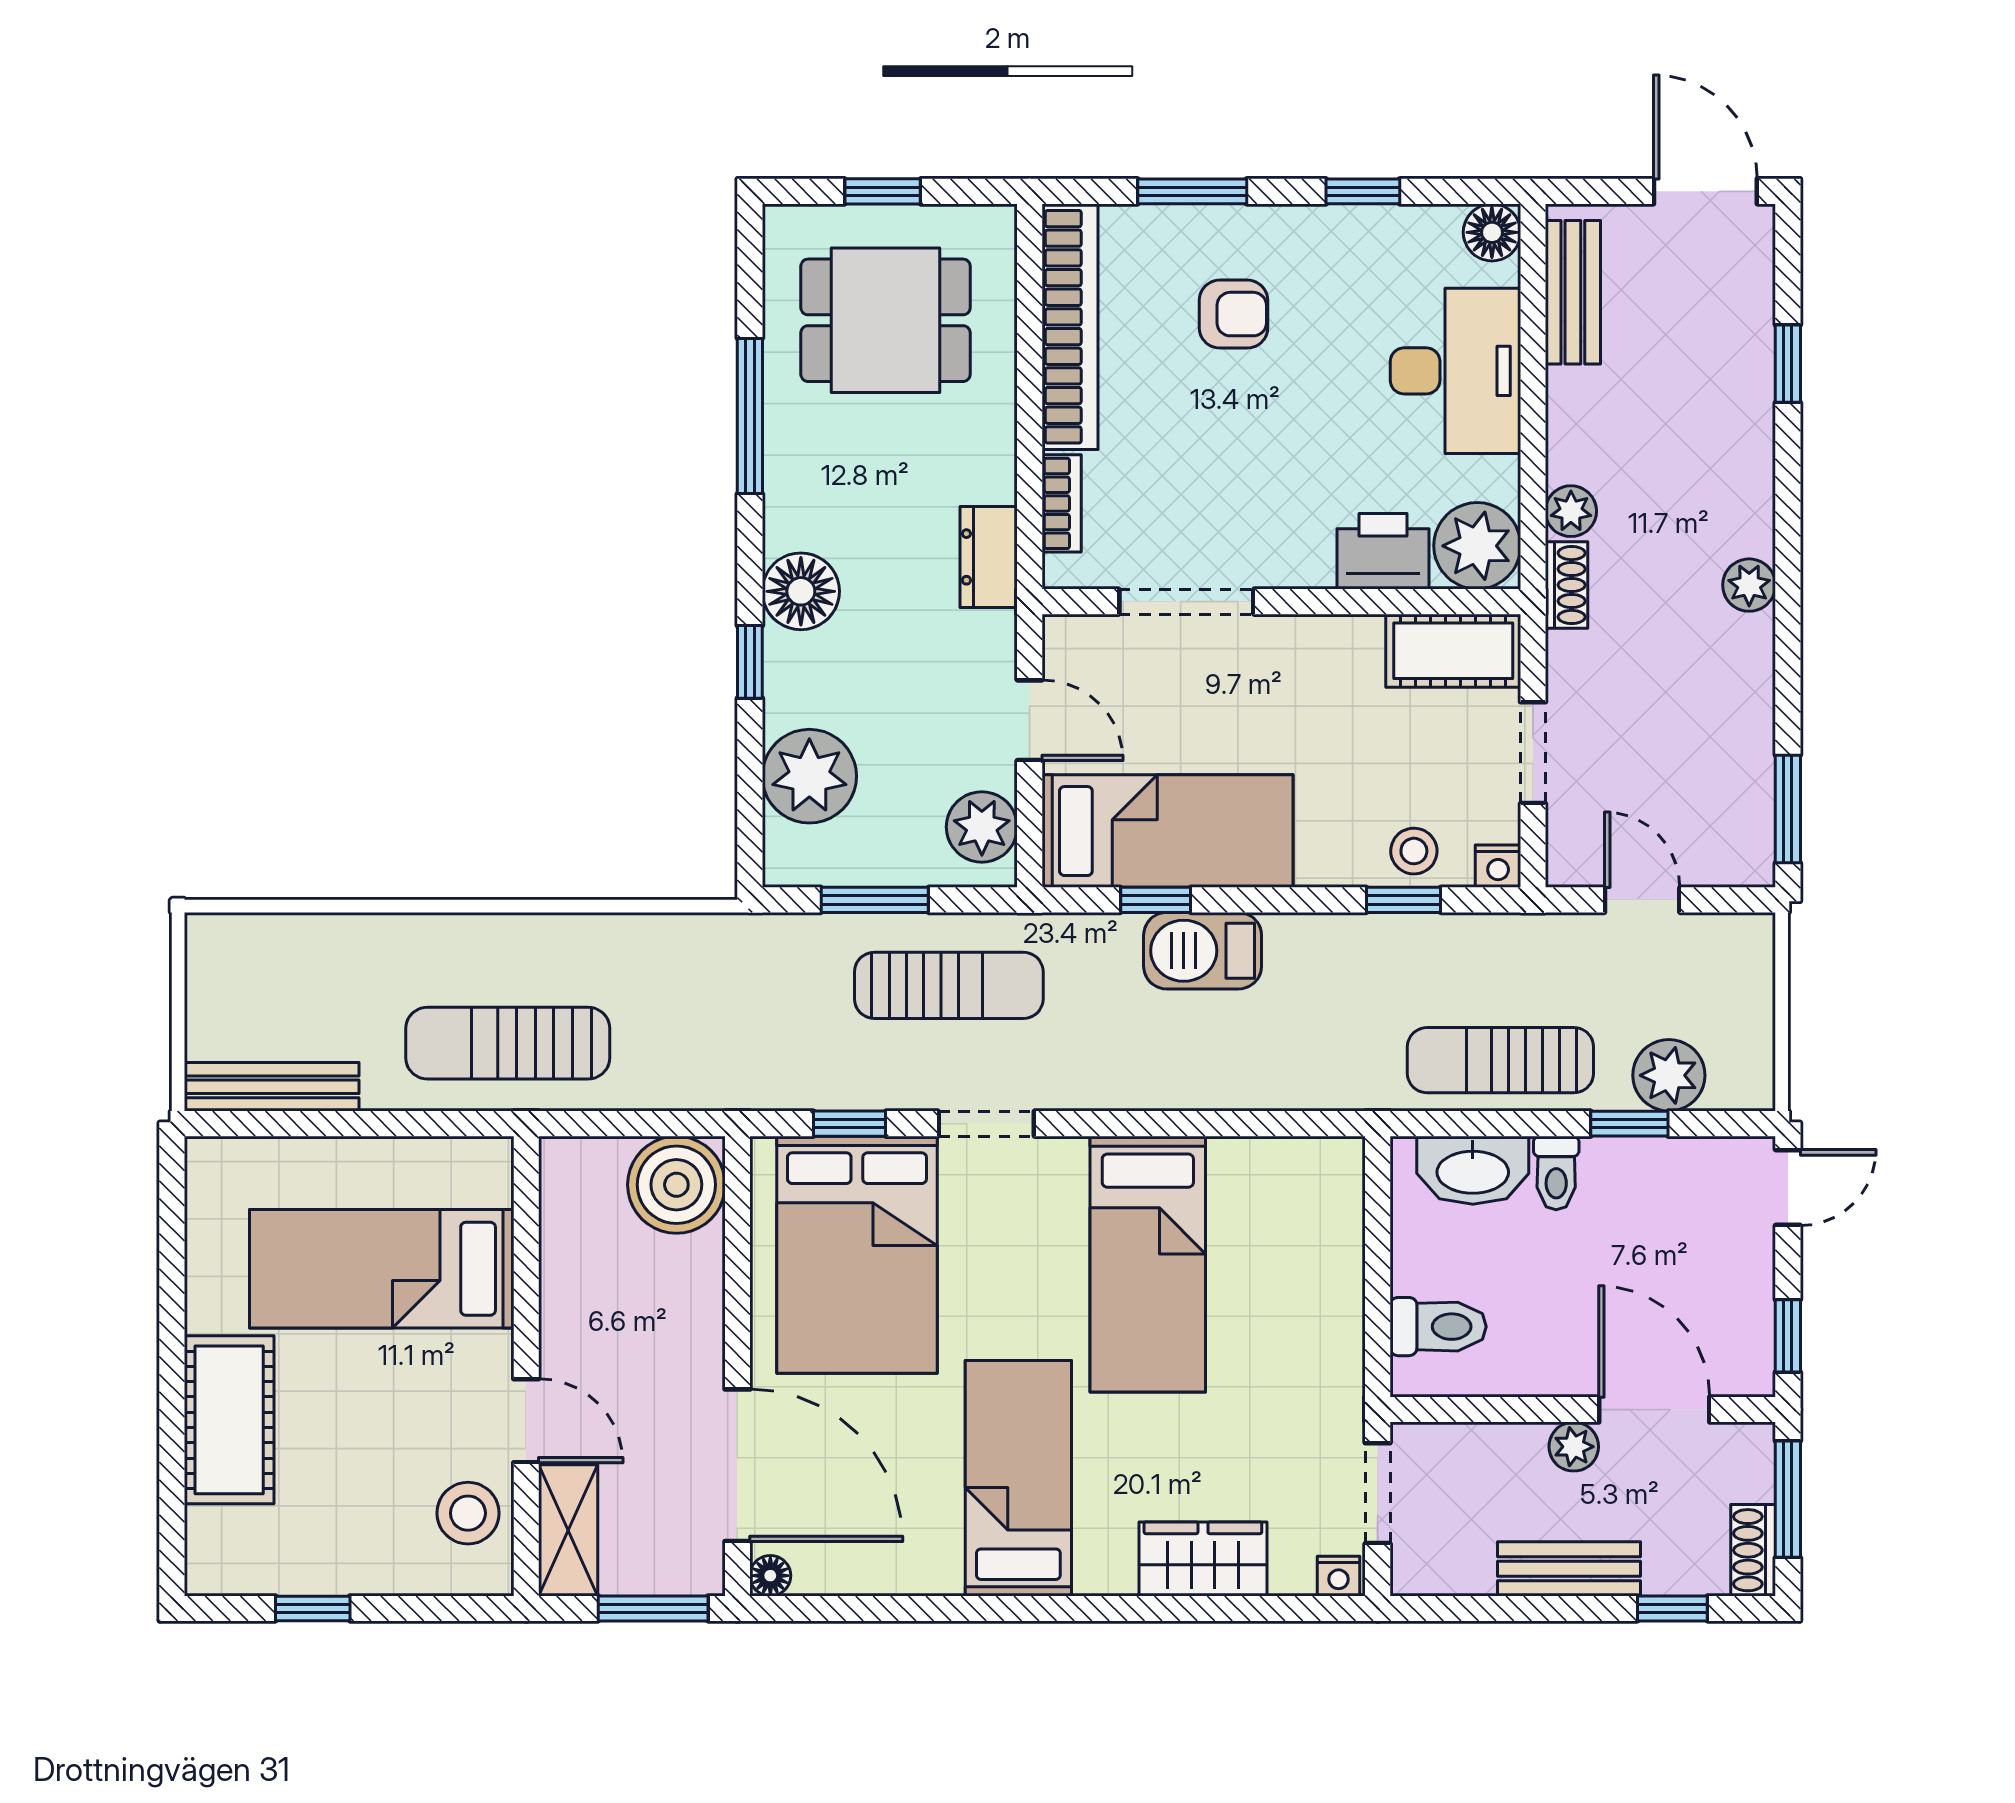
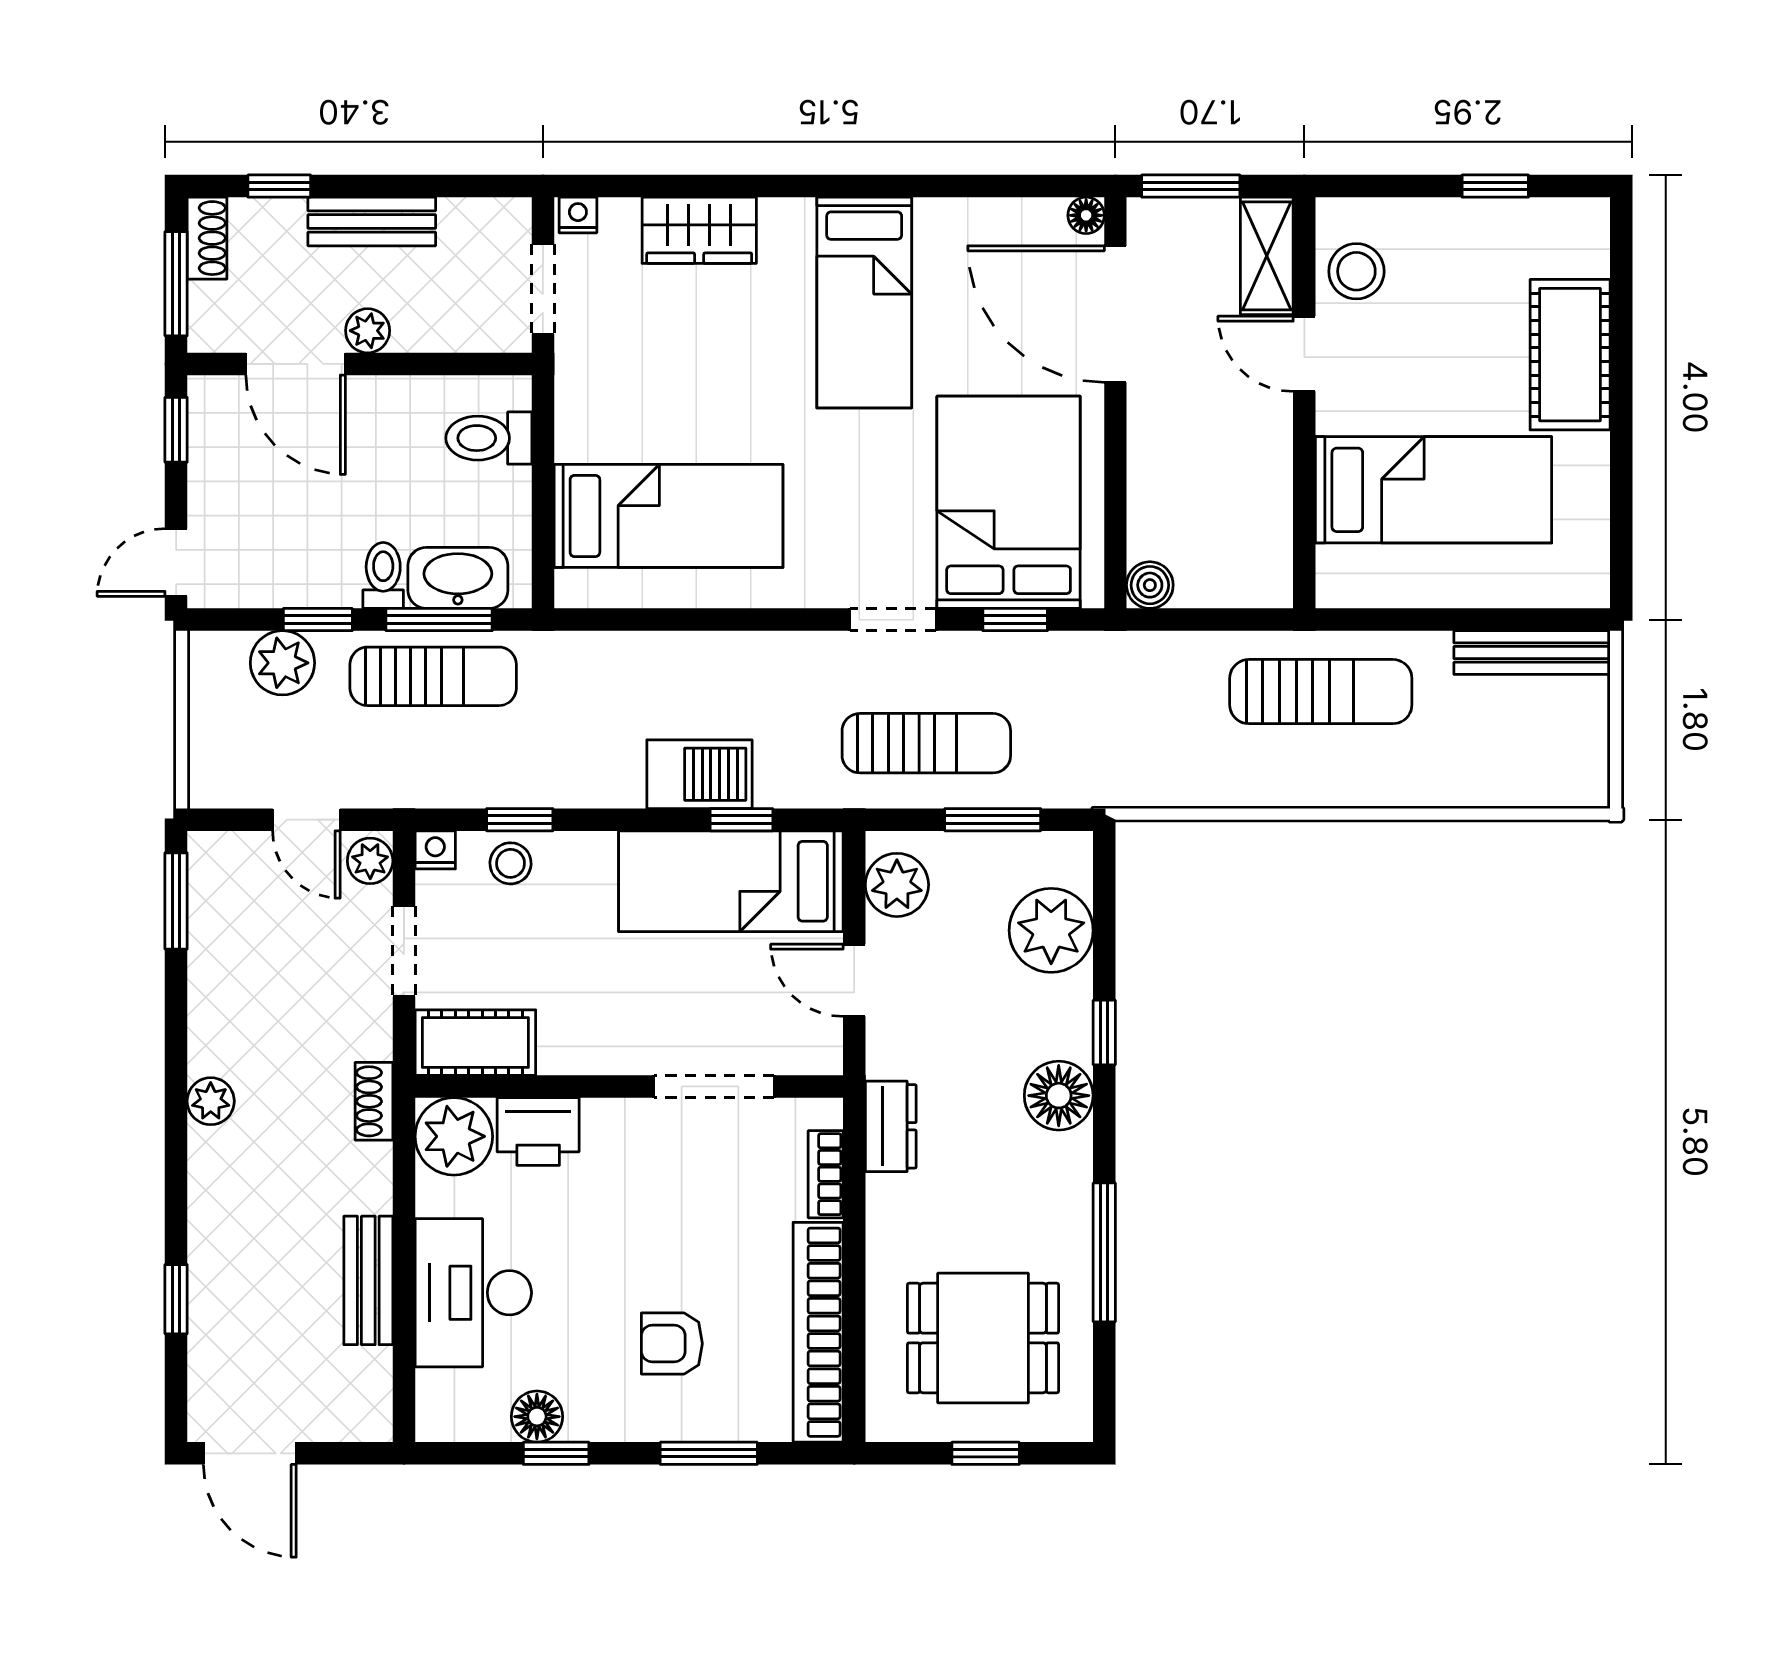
floor lamp: (1492, 232) -> (537, 1417), moved
bench: (1573, 292) -> (368, 1280), moved
plant: (1571, 511) -> (370, 861), moved
sun lounger: (949, 985) -> (926, 743), turned 180
window: (1494, 1124) -> (439, 620), added
boiler: (676, 1185) -> (1150, 585), width x0.54, depth x0.54
bed: (1148, 1264) -> (668, 516), moved, turned 90

